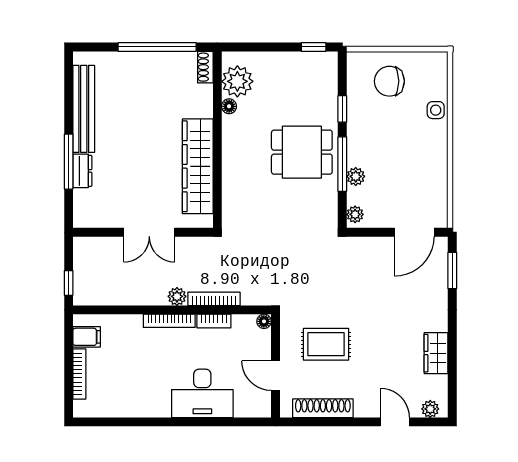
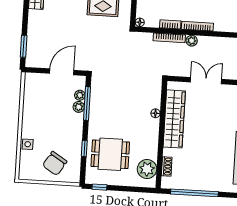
shoe rack: (205, 67) -> (167, 167), moved
chair: (389, 81) -> (55, 163), turned 122
floor lamp: (229, 106) -> (155, 113), moved
dining table: (302, 152) -> (110, 154), moved
window: (342, 164) -> (87, 104), moved
plant: (355, 214) -> (80, 95), moved
door: (414, 232) -> (62, 72), moved

